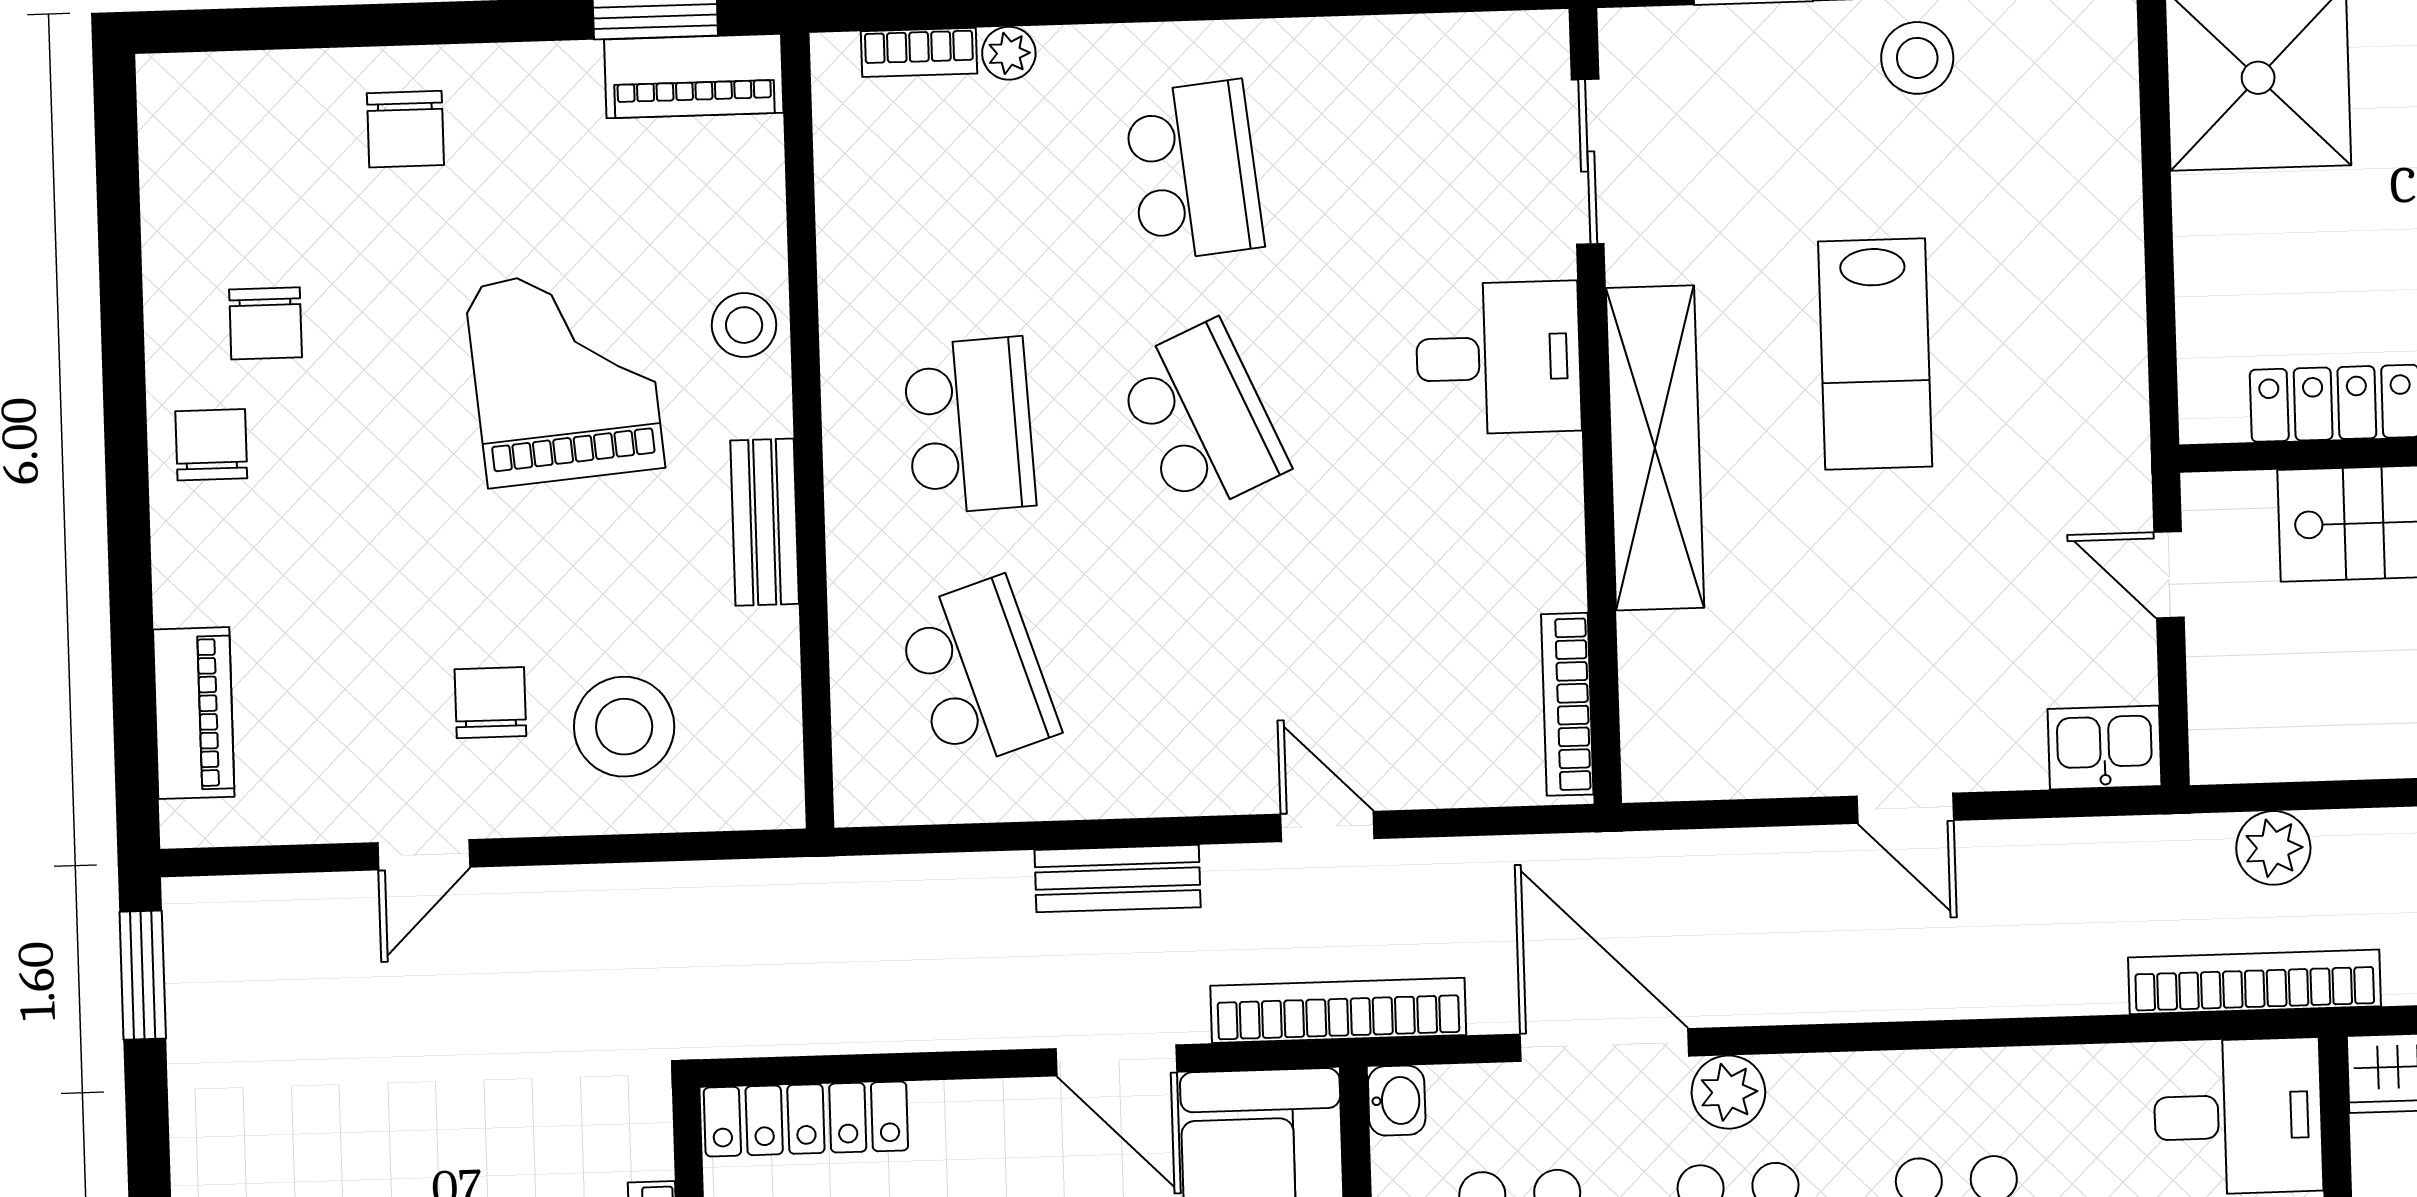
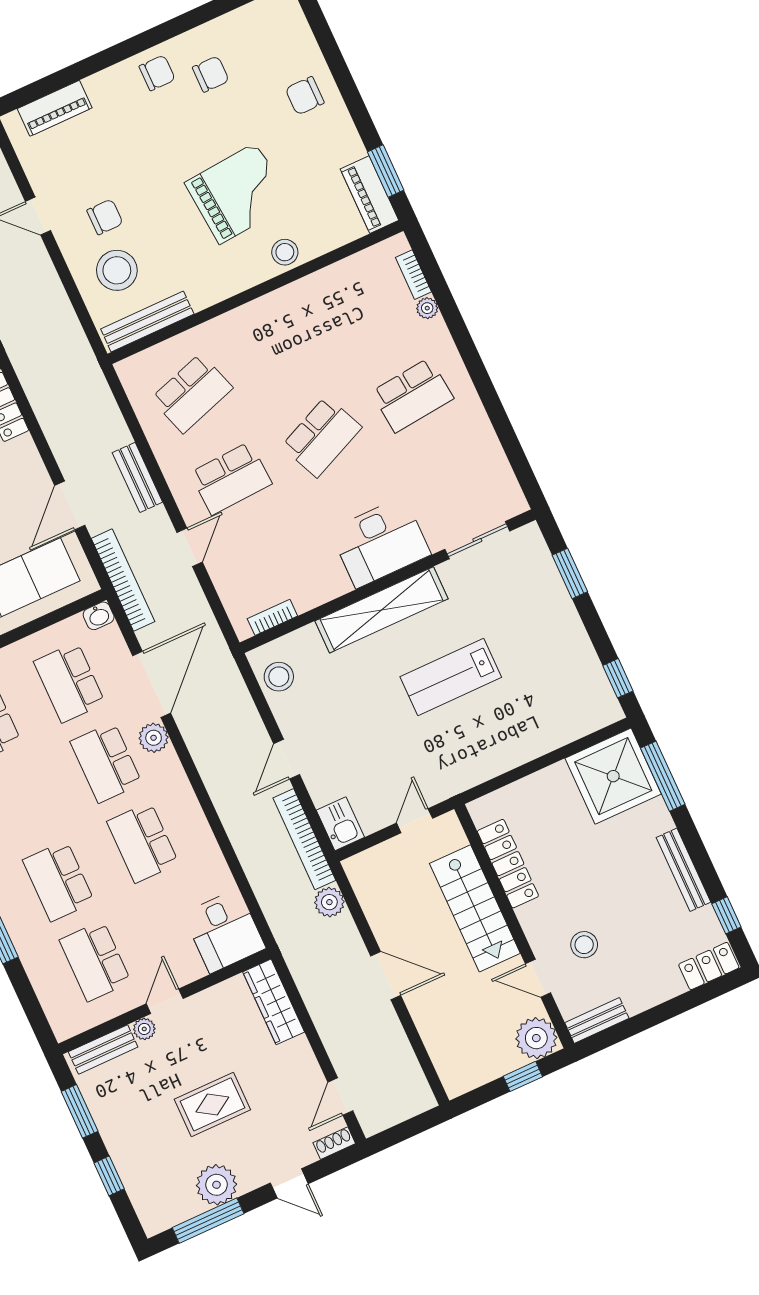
stool: (1917, 58) -> (279, 677), moved
chair: (266, 323) -> (211, 74), turned 180
desk: (1498, 358) -> (380, 542), width x1.37
school desk: (969, 426) -> (231, 478), moved
bench: (765, 522) -> (147, 322), moved, width x1.36
bookcase: (1567, 704) -> (272, 617), width x0.64
bookcase: (2254, 982) -> (304, 839), moved, turned 180

